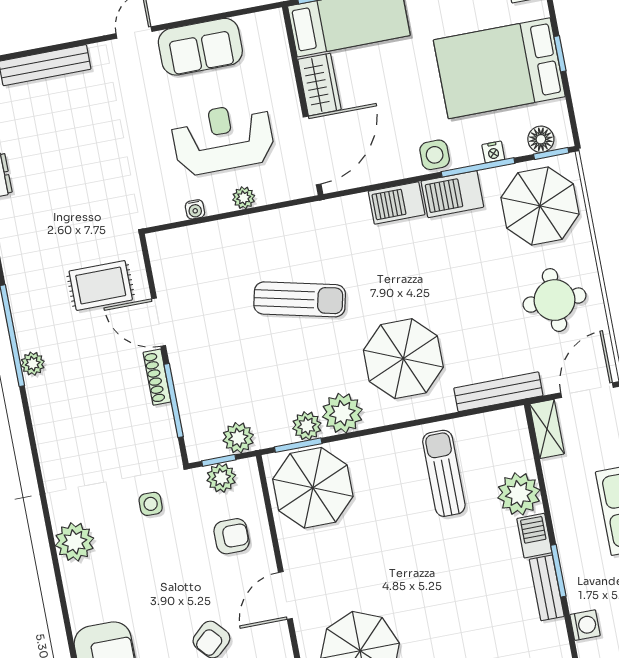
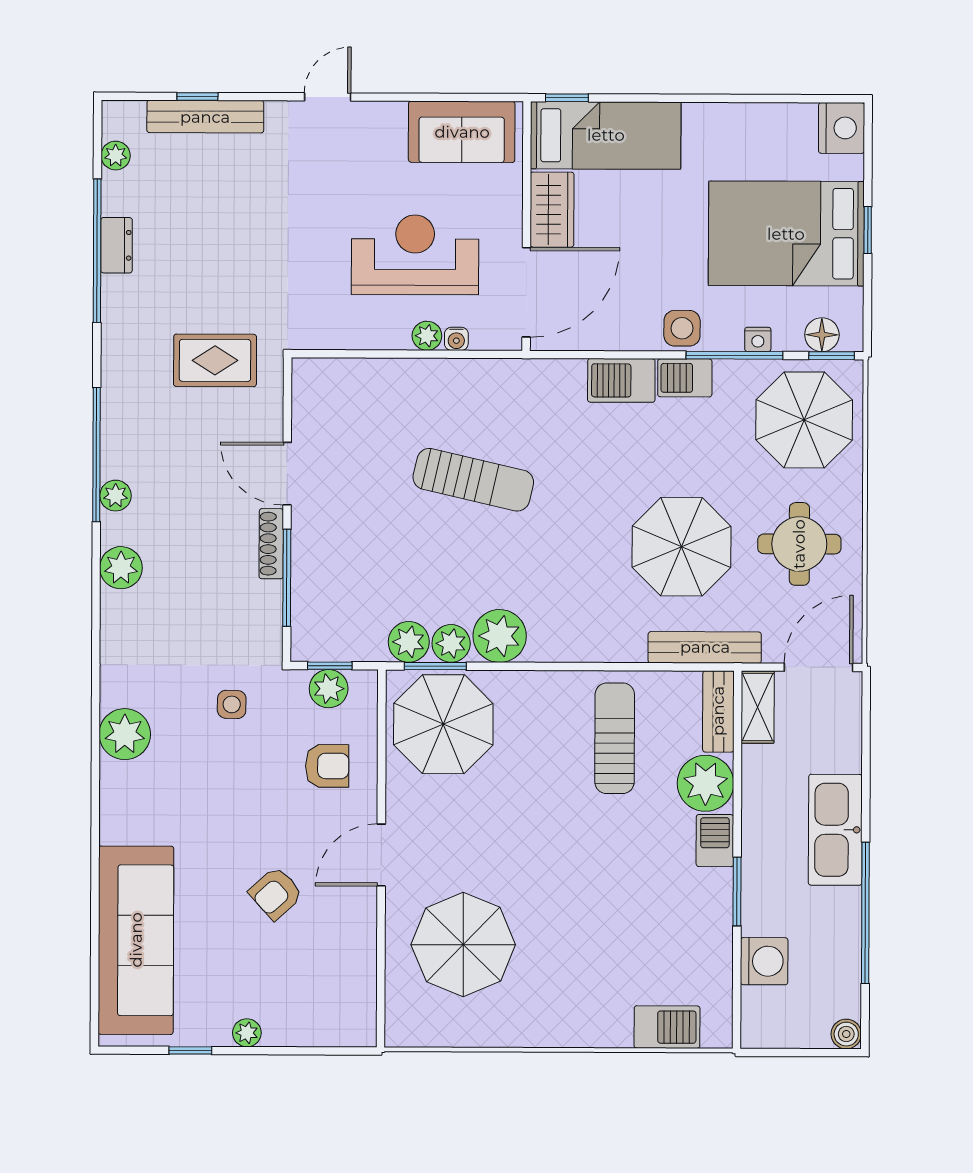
sofa: (200, 47) -> (462, 132), moved
window: (36, 51) -> (197, 97), added
barbecue: (452, 194) -> (685, 378), width x0.73, depth x0.79
water cooler: (195, 209) -> (456, 339), moved
rug: (101, 285) -> (215, 360), moved
parasol: (403, 359) -> (681, 547), moved
plant: (47, 417) -> (121, 568), added
plant: (238, 438) -> (409, 642), moved
bench: (547, 588) -> (718, 711), moved
washing machine: (585, 625) -> (764, 961), width x1.38, depth x1.38

